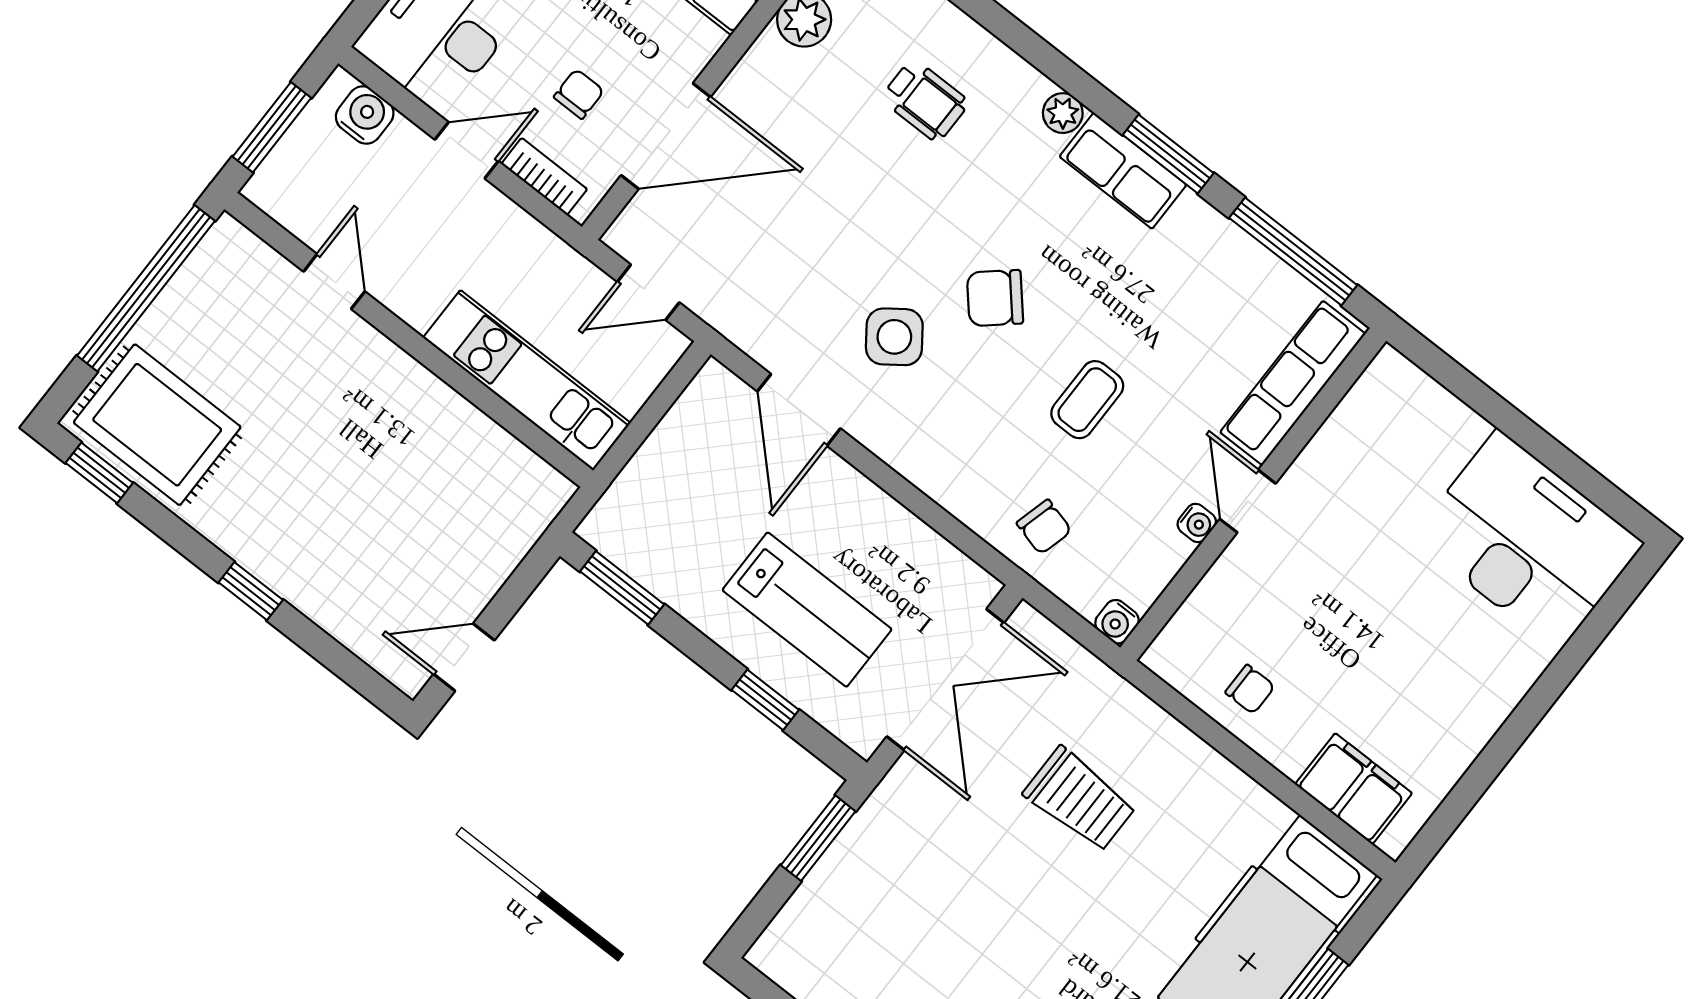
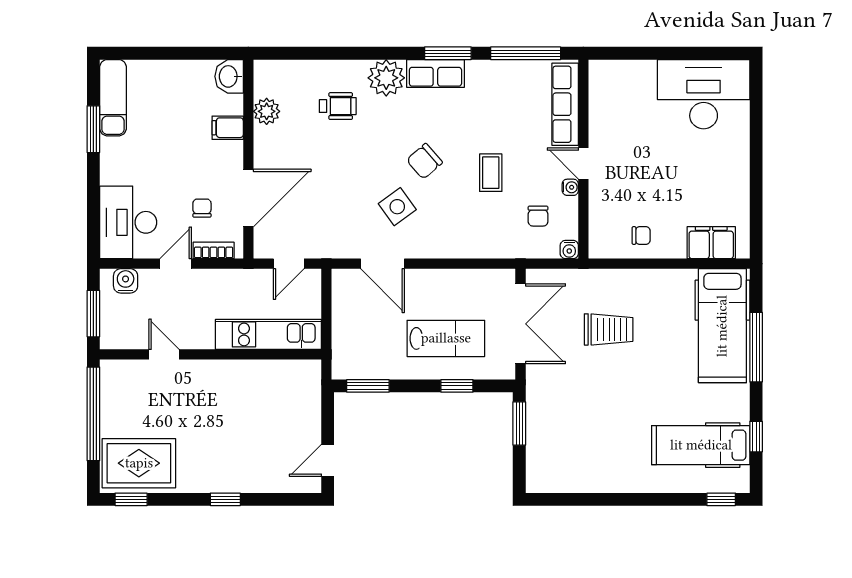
plant: (1063, 113) -> (386, 78), width x1.88, depth x1.88
chair: (1044, 527) -> (538, 216), moved, turned 75

